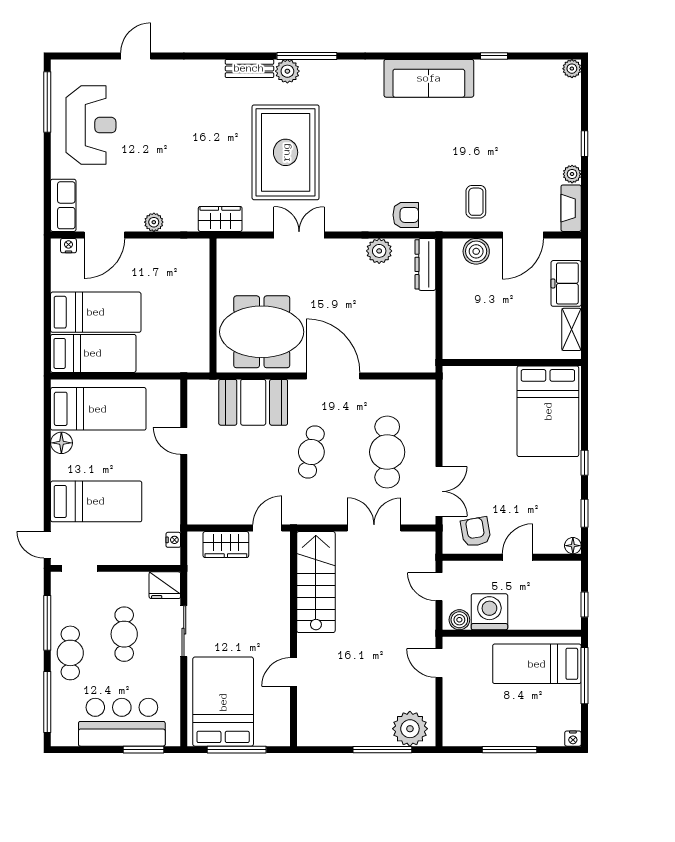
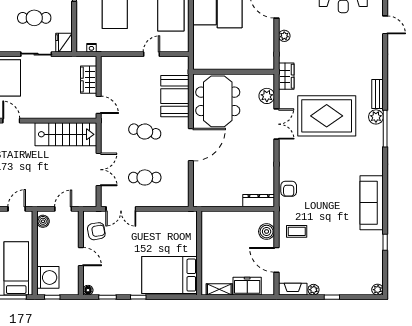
plant: (379, 251) -> (267, 96), moved
cafe table: (387, 452) -> (145, 177), width x0.73, depth x0.74
washing machine: (489, 612) -> (48, 277), moved

